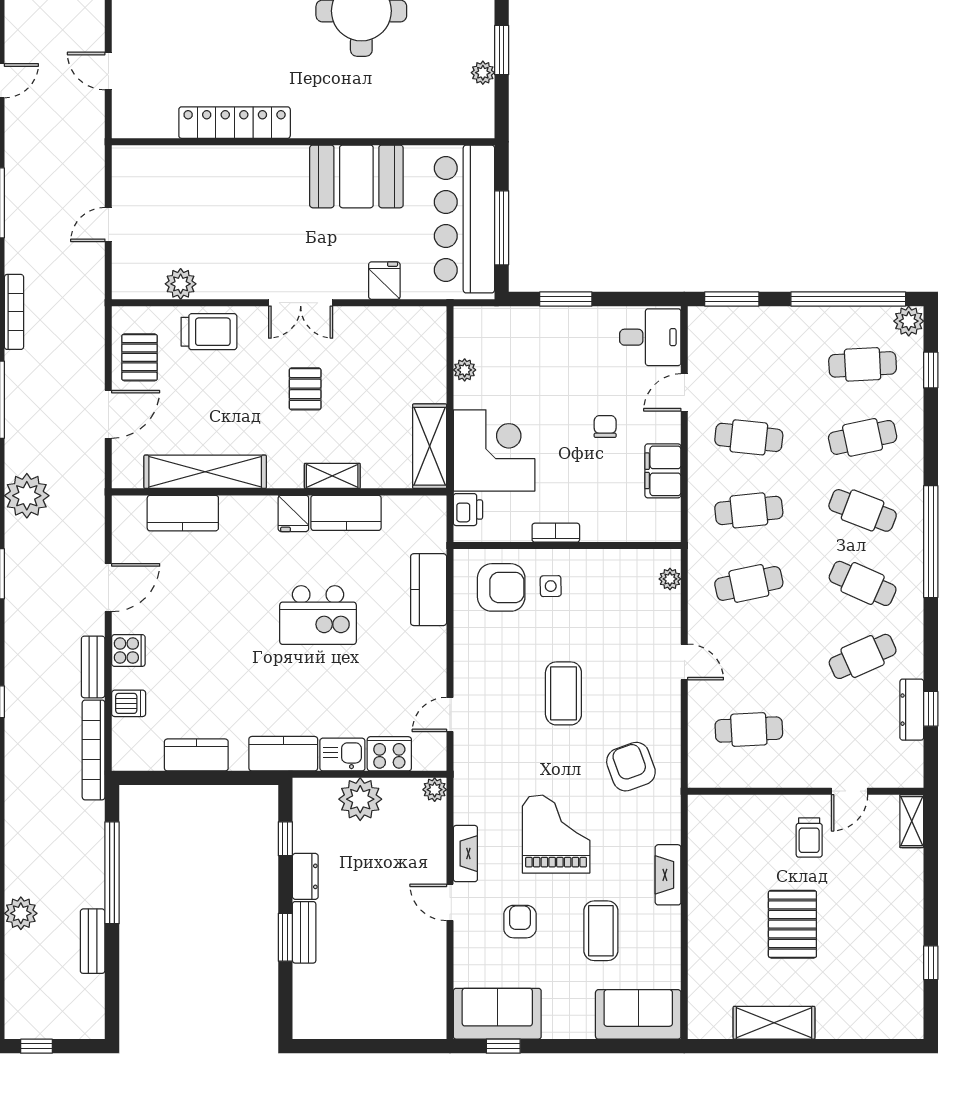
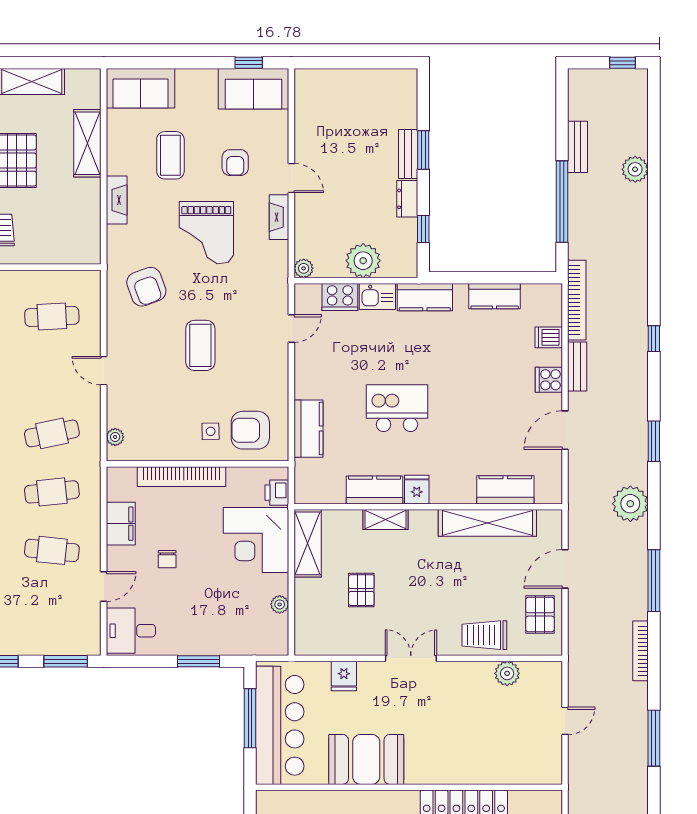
pallet: (305, 389) -> (361, 590), moved
bookcase: (556, 533) -> (181, 477), width x2.31, depth x1.31
shelving: (705, 946) -> (87, 143), added

